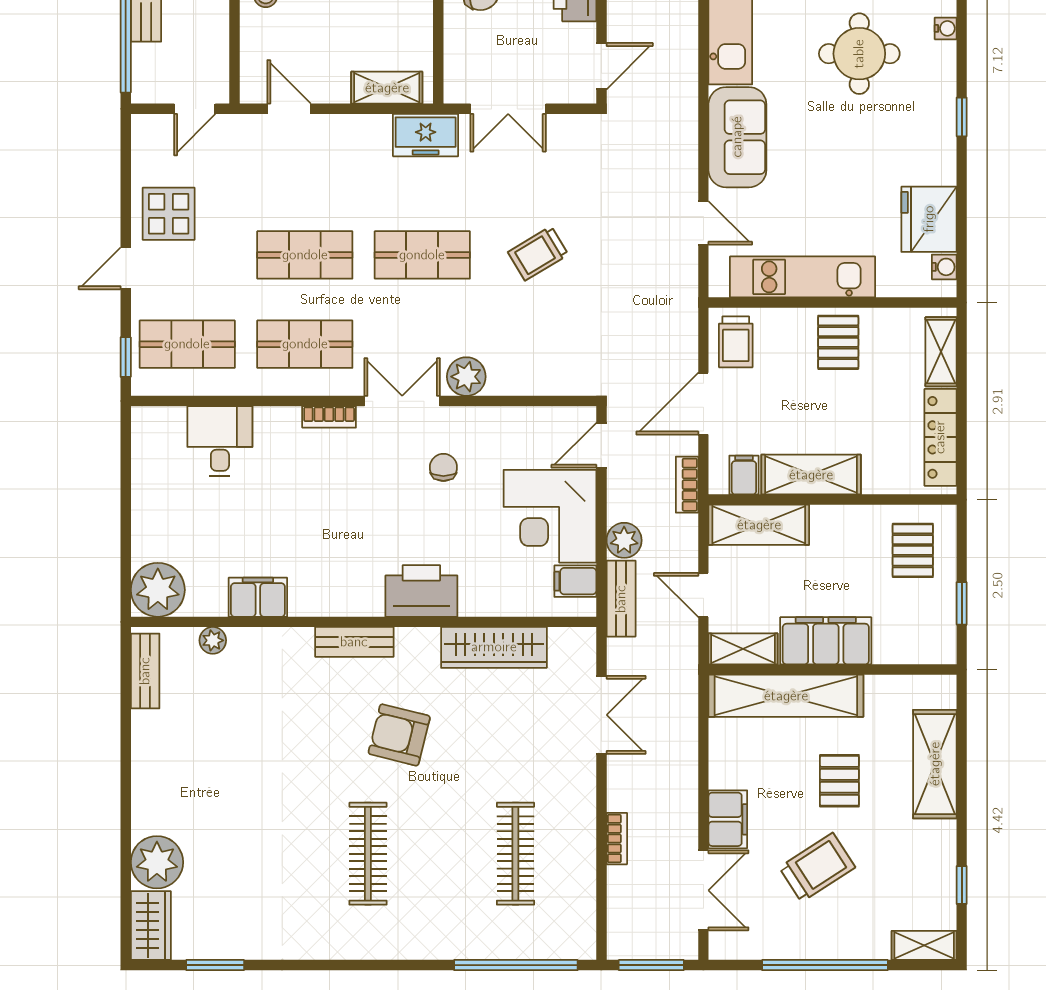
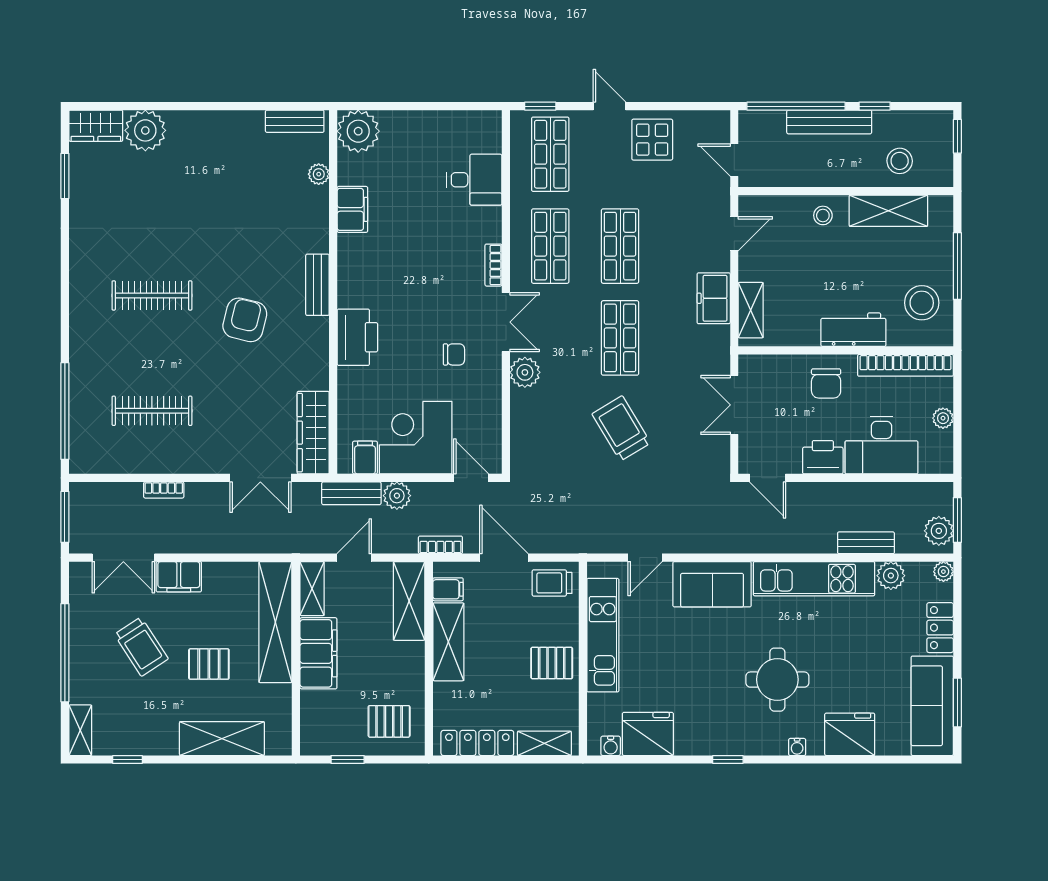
freezer: (426, 135) -> (714, 298), moved
trolley: (538, 253) -> (621, 428), width x1.36, depth x1.39
wardrobe: (494, 647) -> (313, 433), moved

